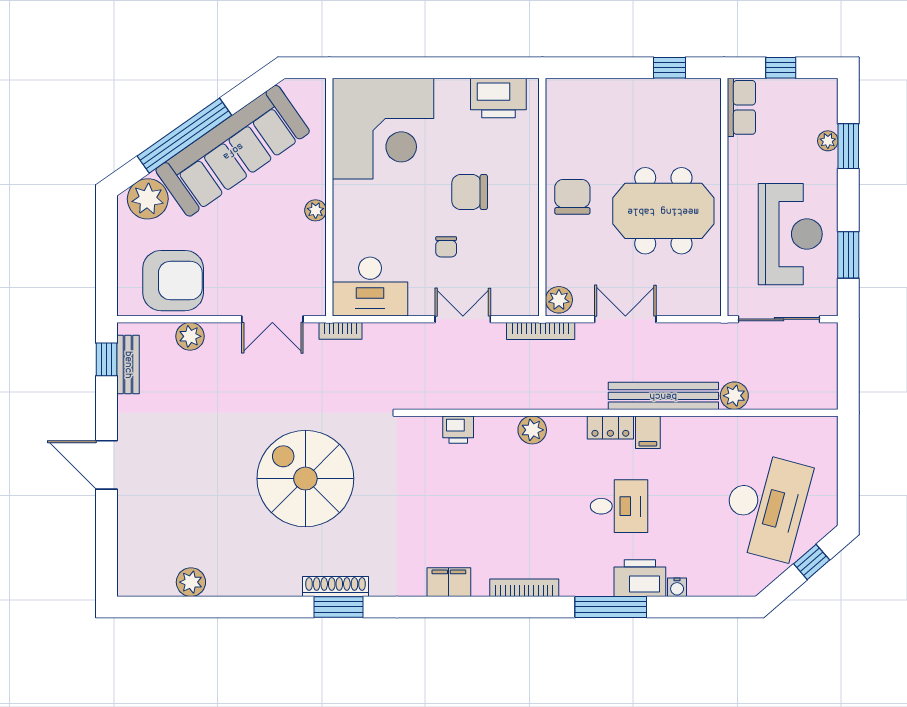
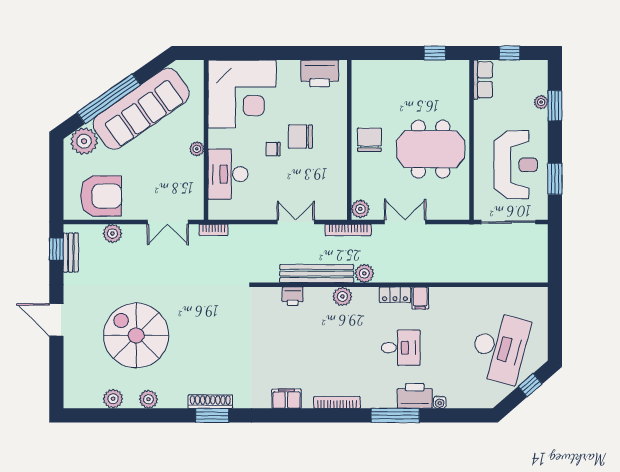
chair: (446, 247) -> (273, 149), moved, turned 90
desk: (370, 286) -> (228, 174), moved, turned 90
bench: (663, 396) -> (317, 274), moved
plant: (734, 396) -> (364, 273), moved
spiral stairs: (305, 479) -> (136, 335), moved
plant: (244, 583) -> (148, 399), added

